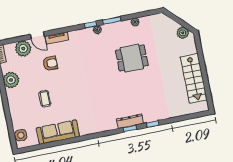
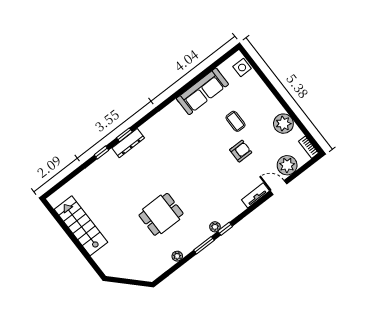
plant: (183, 33) -> (118, 270), removed
armchair: (50, 63) -> (241, 151), moved, turned 180

